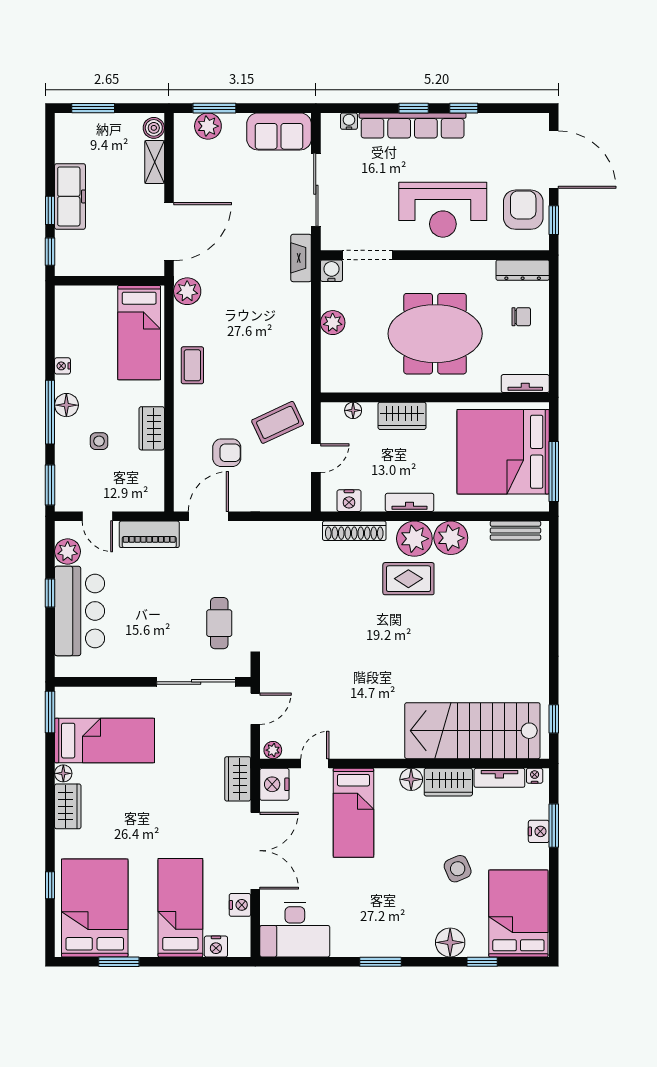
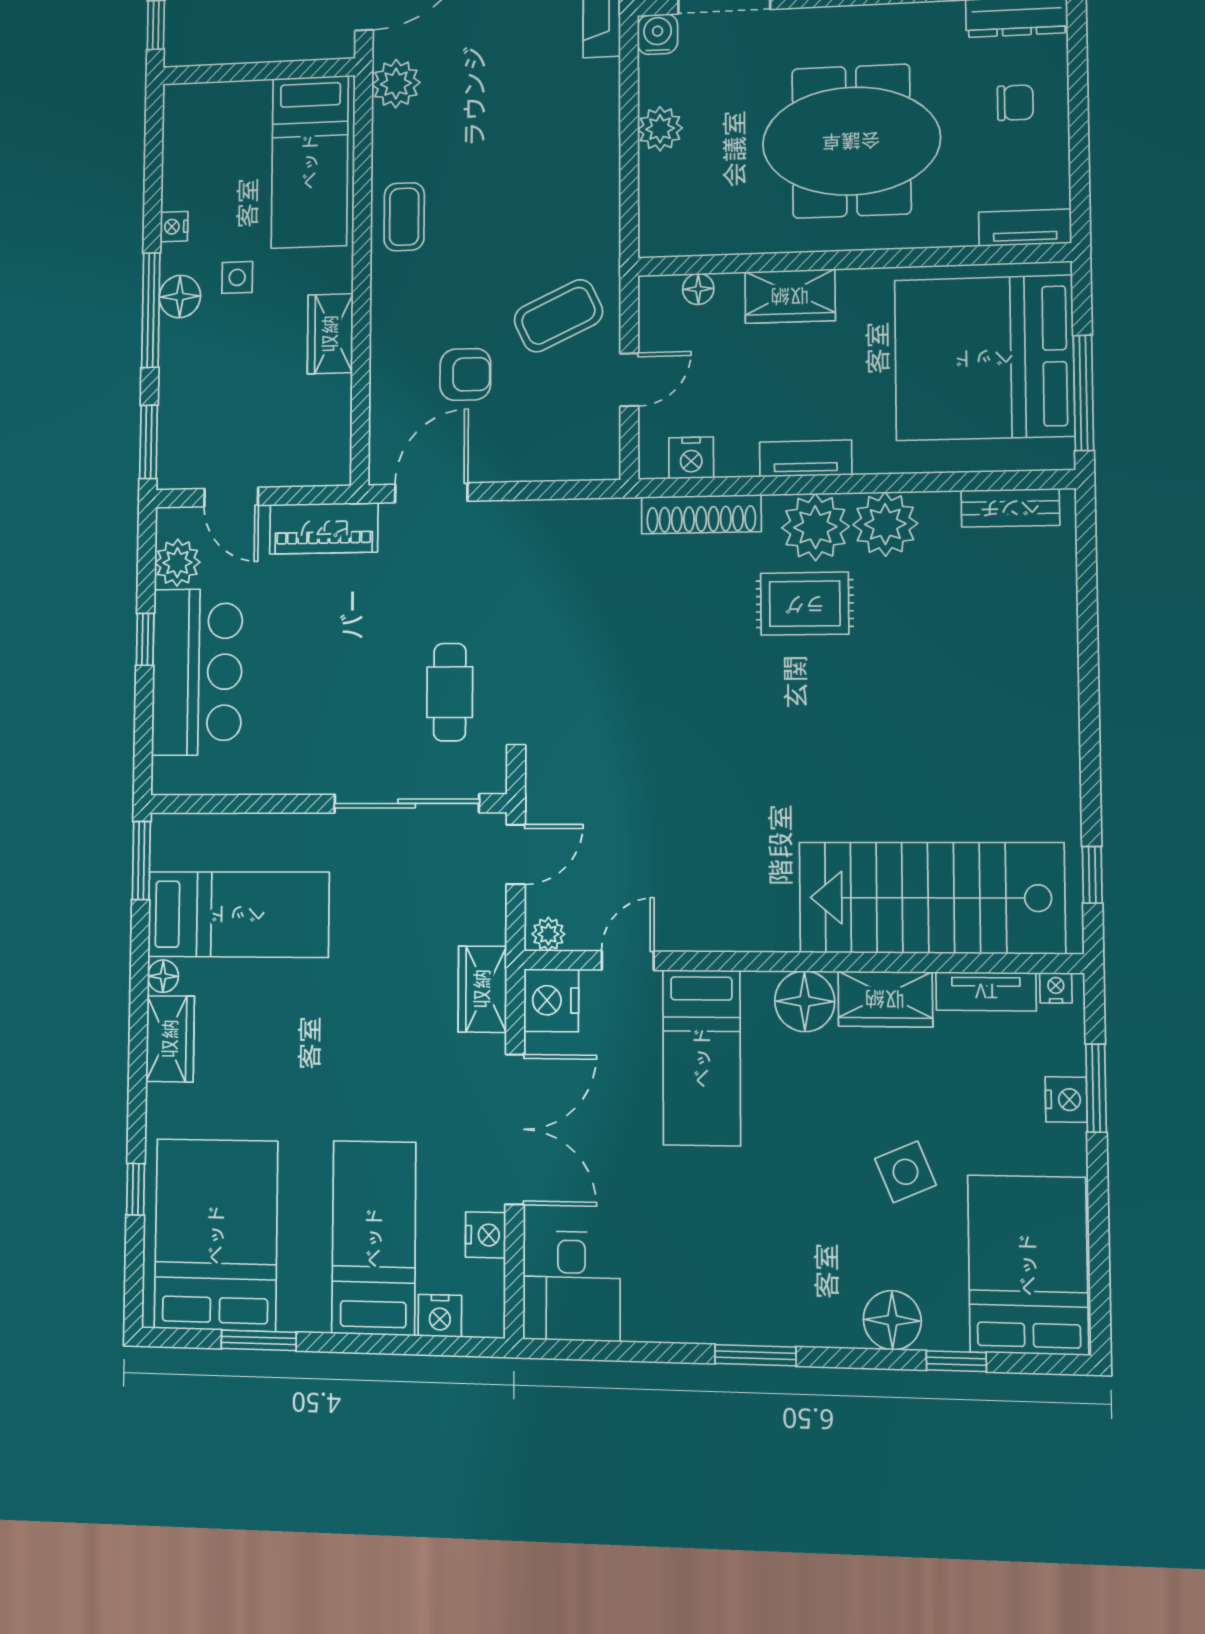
side table: (99, 441) -> (237, 277), moved
floor lamp: (411, 779) -> (805, 1001), width x1.38, depth x1.38
desk: (295, 930) -> (571, 1286), width x0.73

